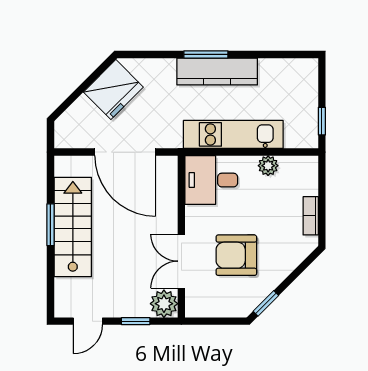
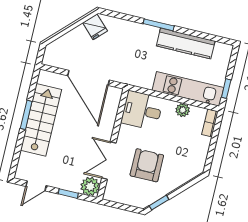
kitchen counter: (217, 71) -> (186, 43), moved
fridge: (113, 90) -> (95, 27), width x0.53, depth x0.75
kitchen unit: (233, 134) -> (188, 89), moved
bookcase: (311, 216) -> (210, 123), moved
armchair: (236, 255) -> (147, 165), turned 90

